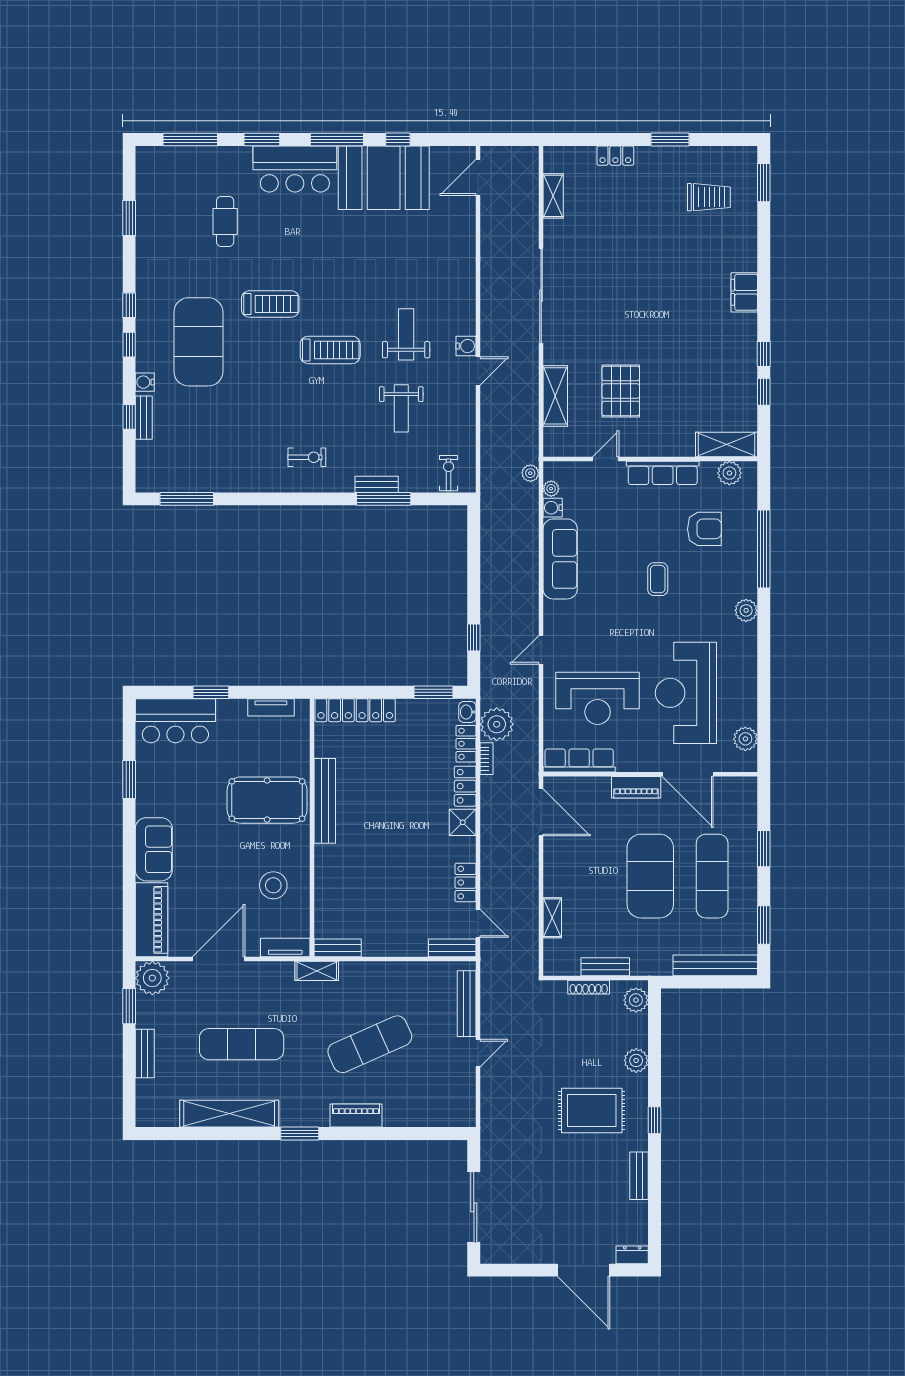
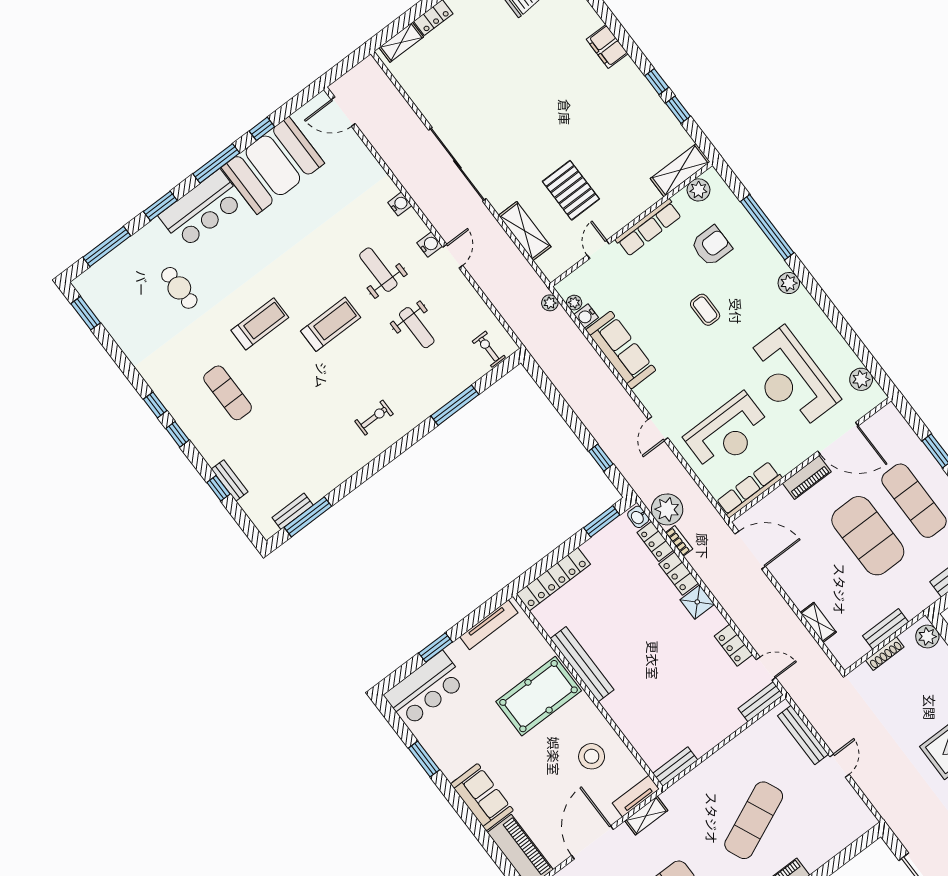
door: (478, 177) -> (343, 112), hinge flipped
shelving: (553, 196) -> (401, 42), moved, turned 90
window: (129, 218) -> (86, 313), moved
exercise mat: (198, 342) -> (228, 393), width x0.50, depth x0.69
water cooler: (145, 382) -> (400, 204), moved, turned 180
bench: (377, 484) -> (293, 511), moved
tv unit: (271, 707) -> (489, 625), width x1.41
shelving: (317, 971) -> (646, 816), moved

